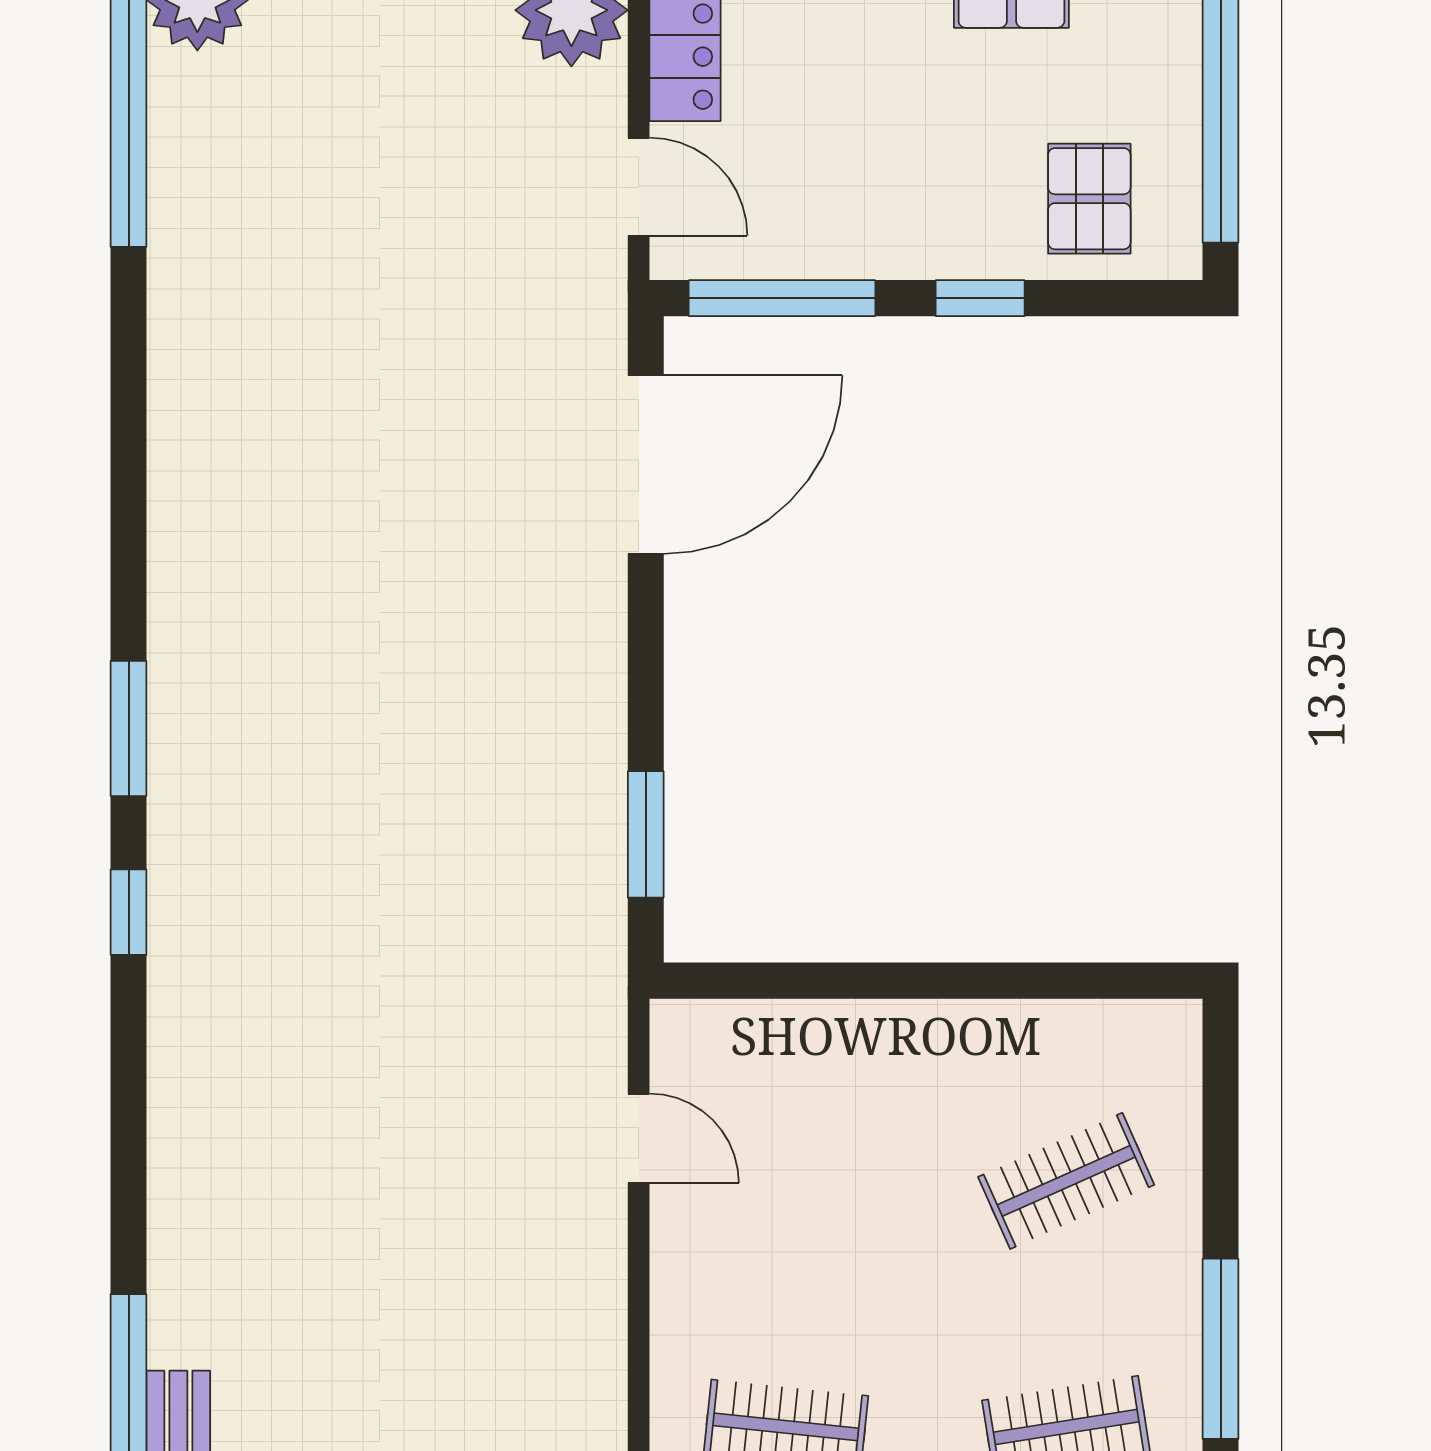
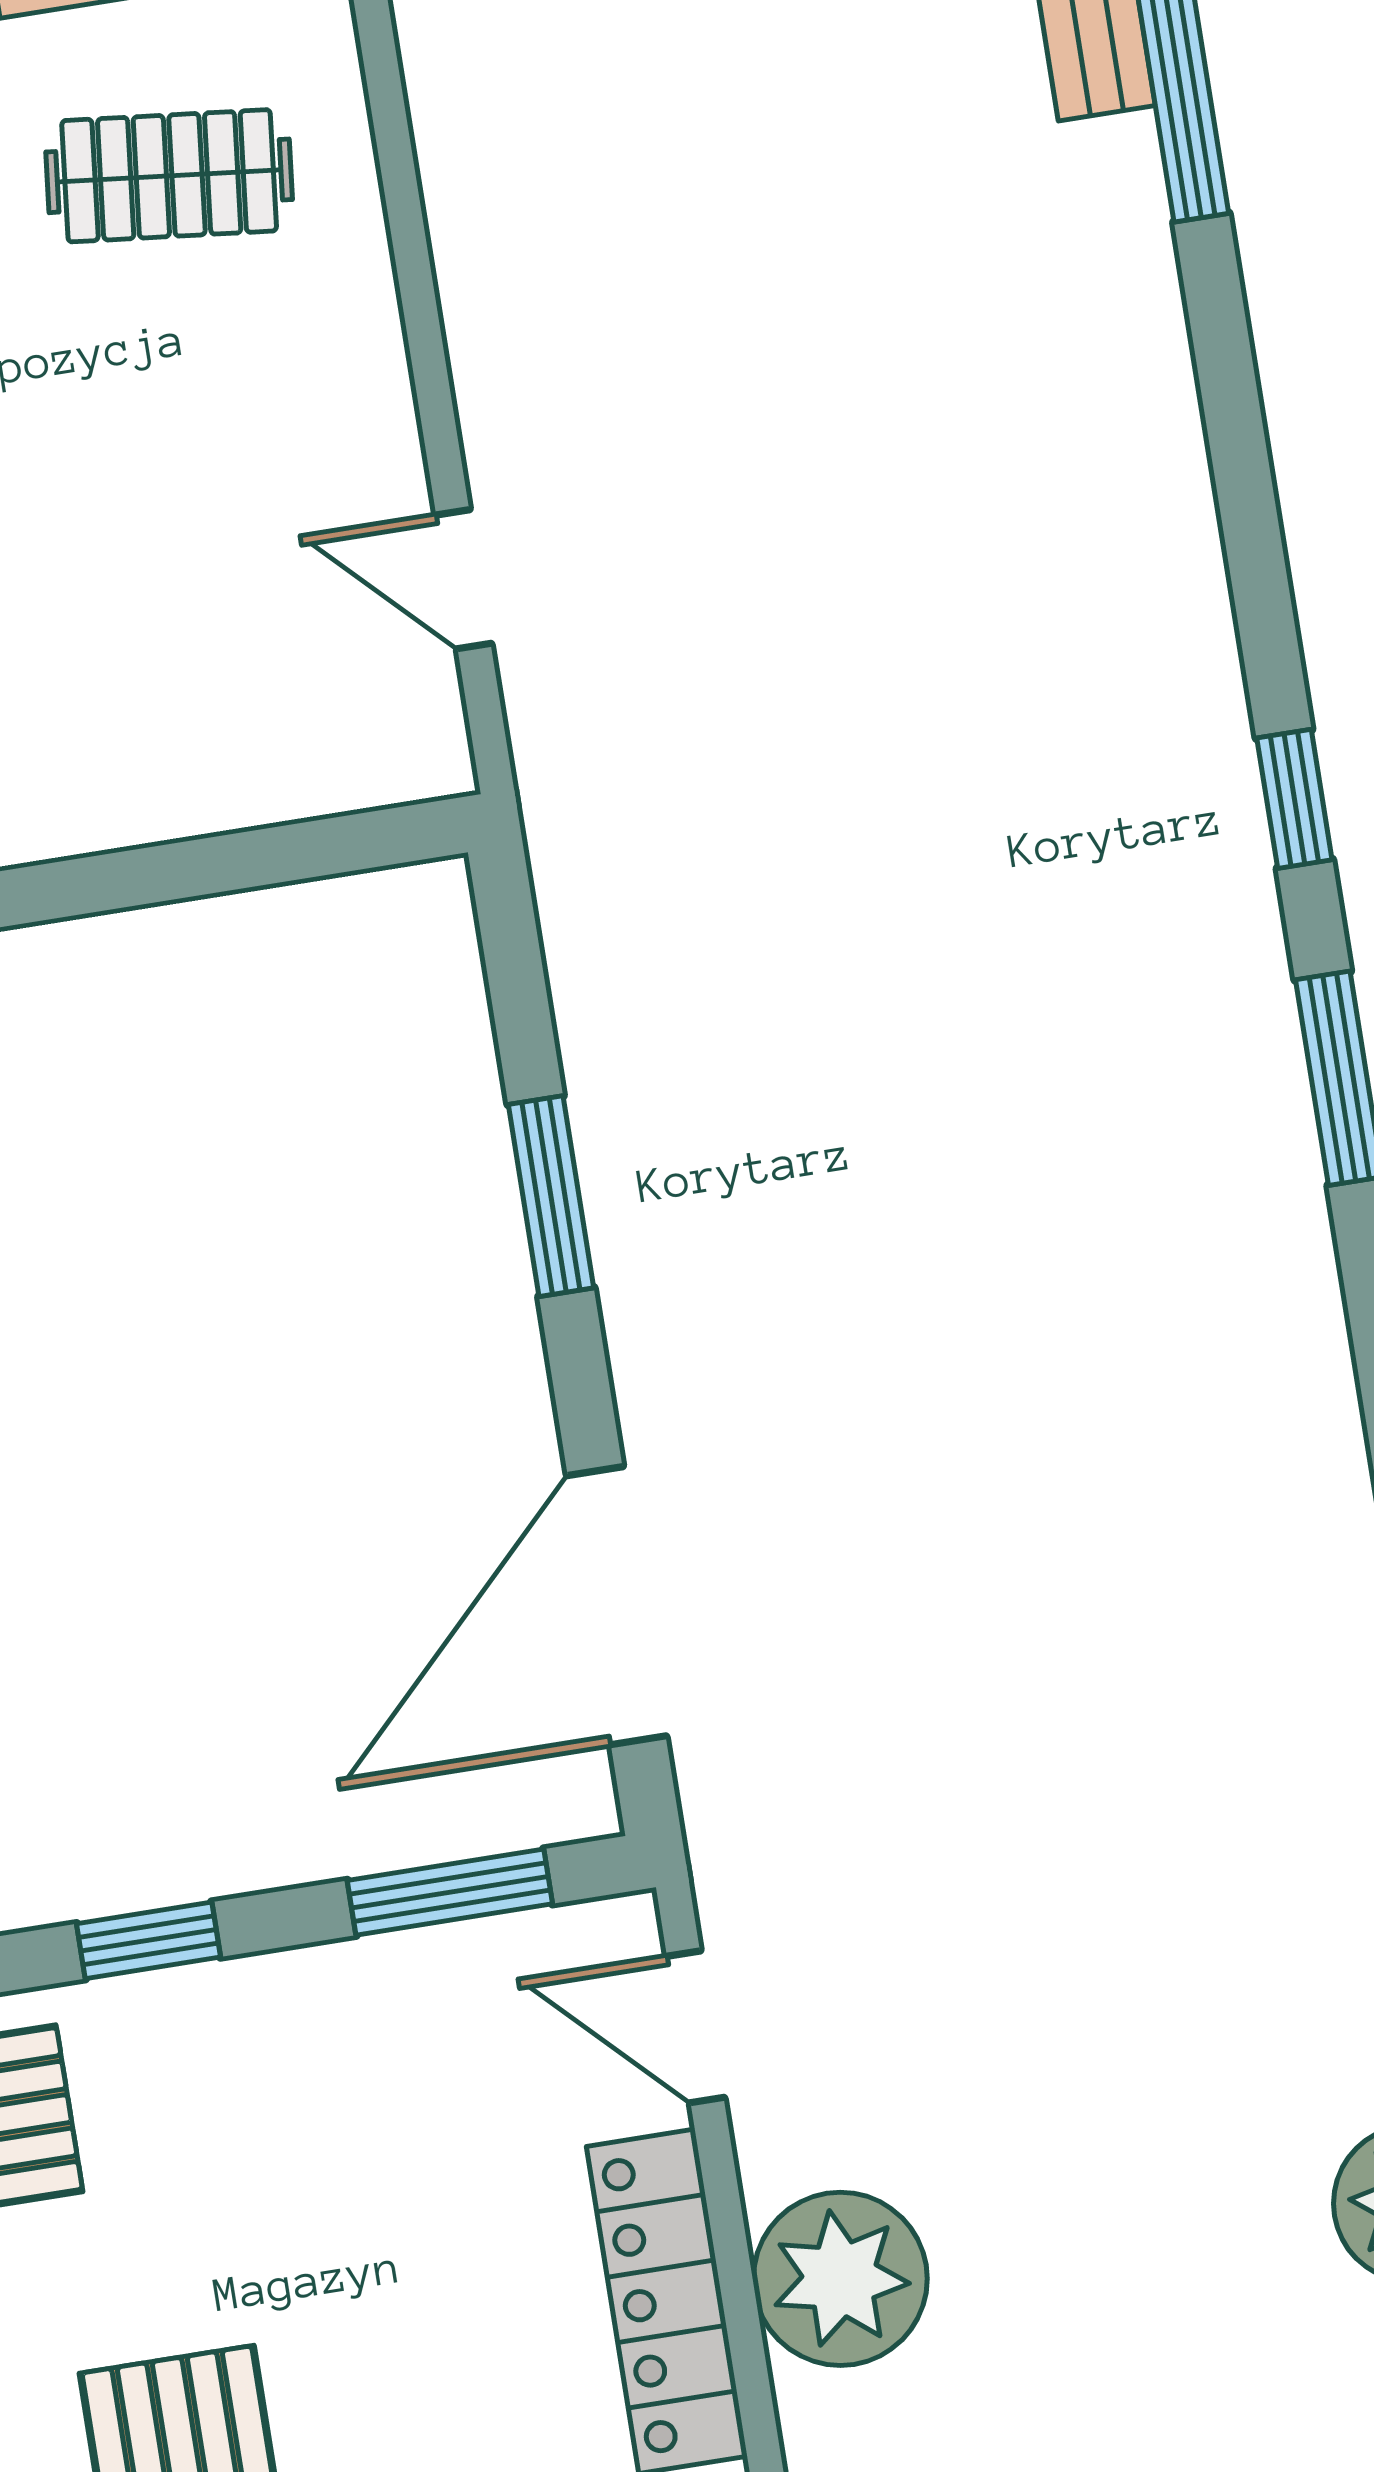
window: (782, 298) -> (450, 1892), width x0.69
window: (646, 834) -> (551, 1196), moved

